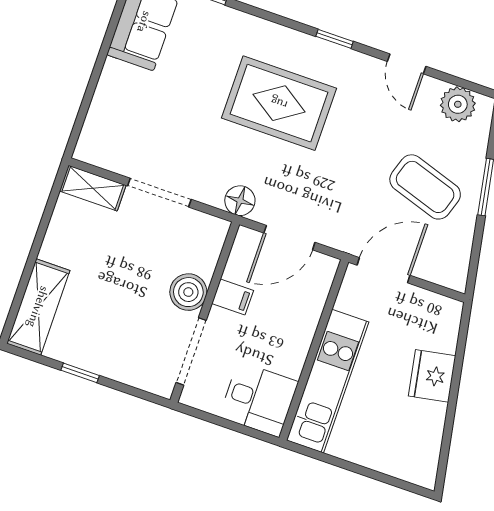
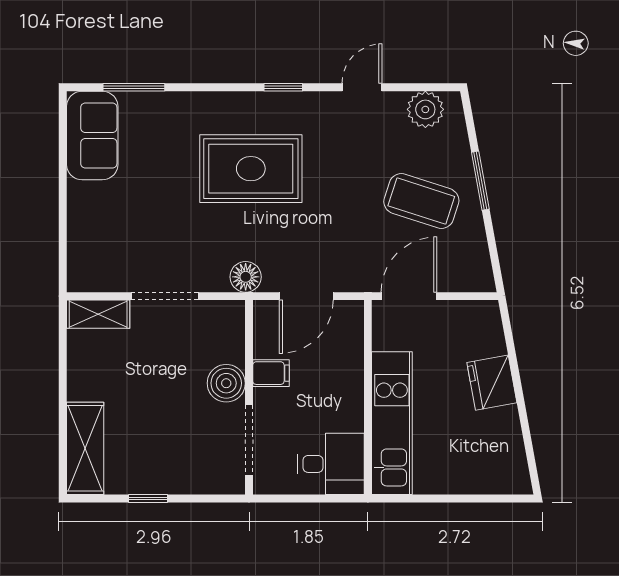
door: (407, 64) -> (362, 87), swing flipped

